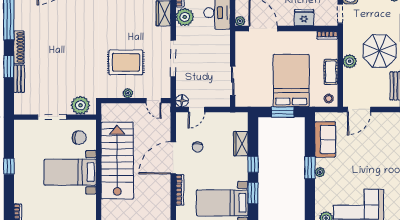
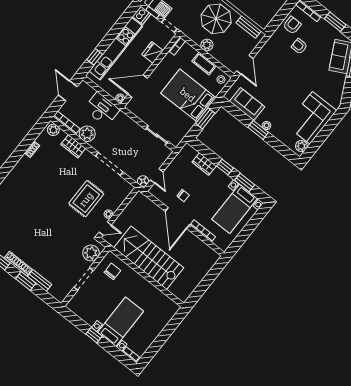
door: (154, 101) -> (105, 229), moved
bed with nightstands: (70, 172) -> (121, 322), moved, turned 180

